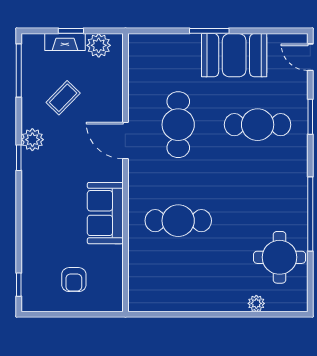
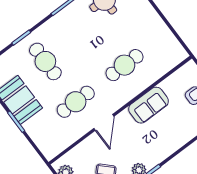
cafe table: (178, 221) -> (124, 65), turned 90

